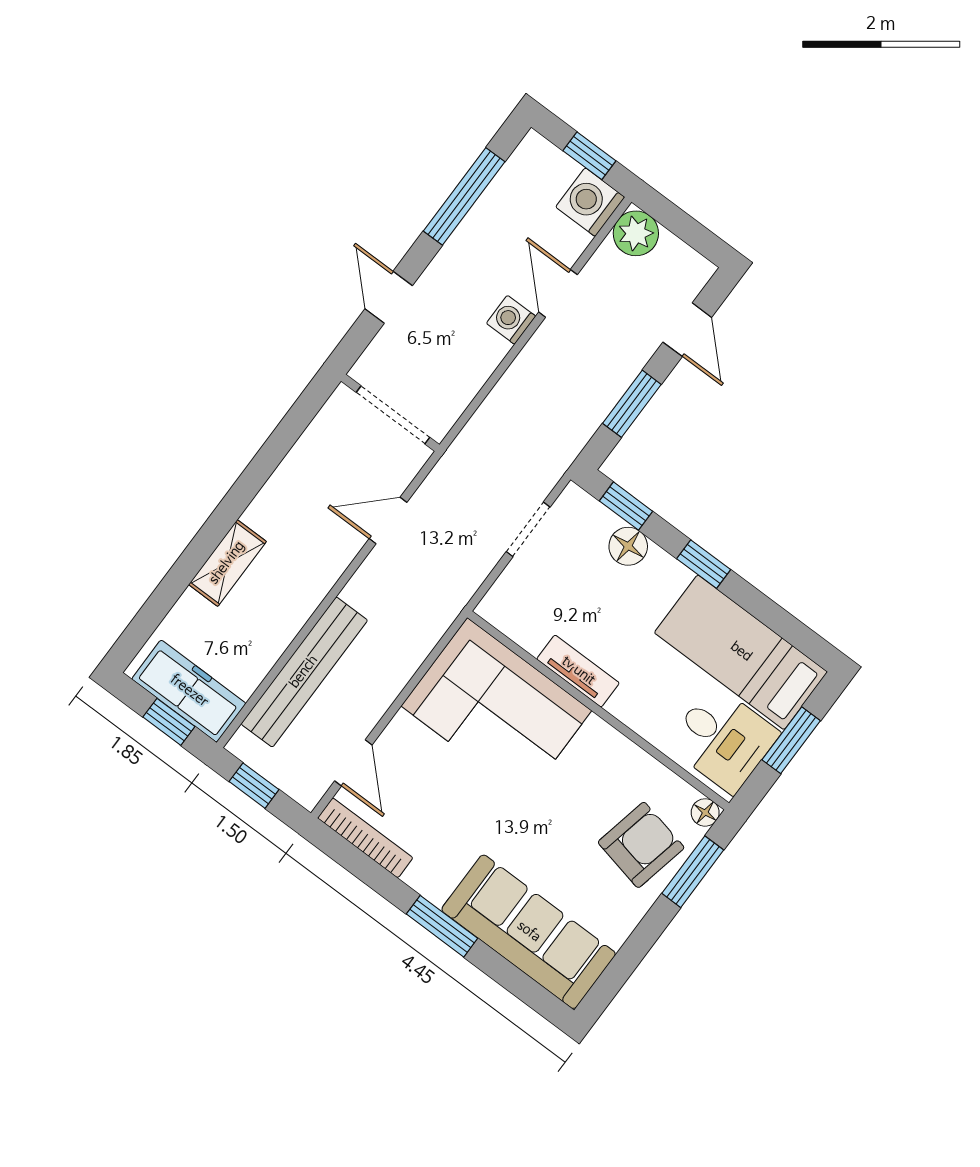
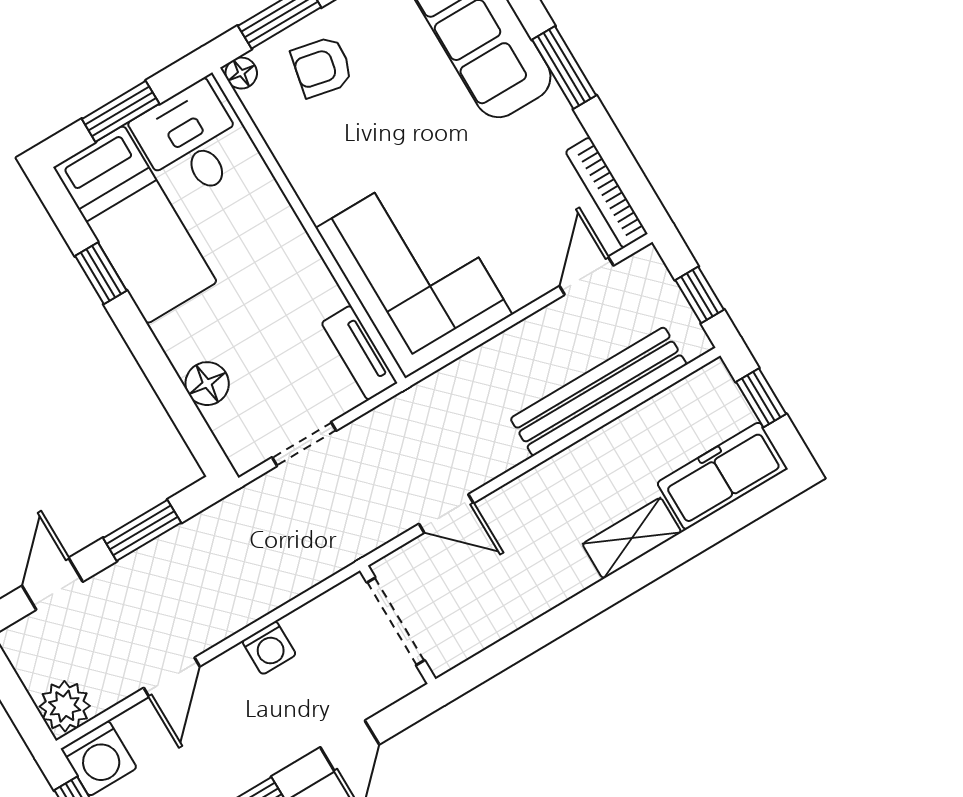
washing machine: (511, 320) -> (269, 648), moved
window: (626, 506) -> (192, 426), removed
window: (704, 564) -> (101, 273), moved
tv unit: (578, 671) -> (359, 353), moved
freezer: (189, 691) -> (722, 476), moved, turned 90
armchair: (641, 845) -> (322, 67), width x0.72, depth x0.72

